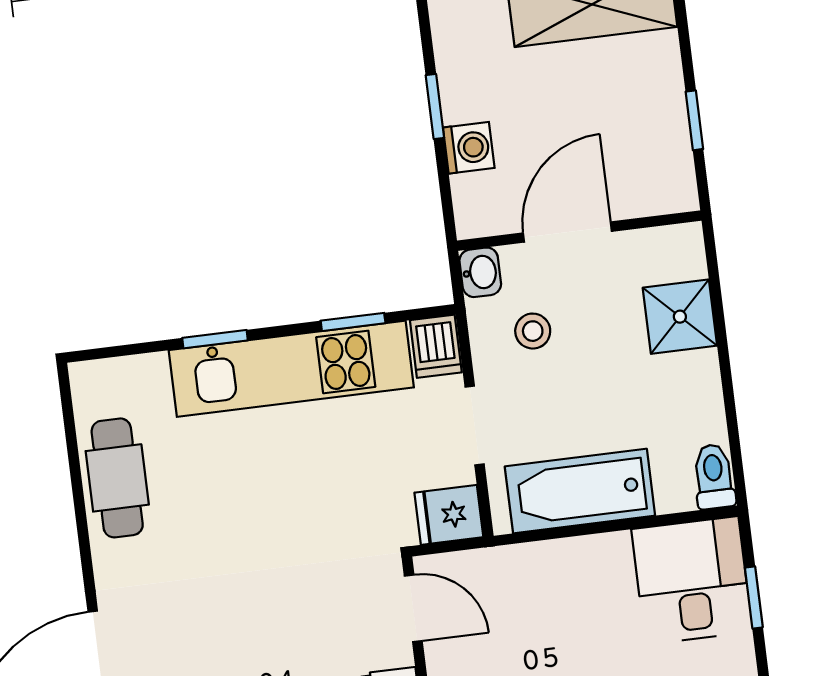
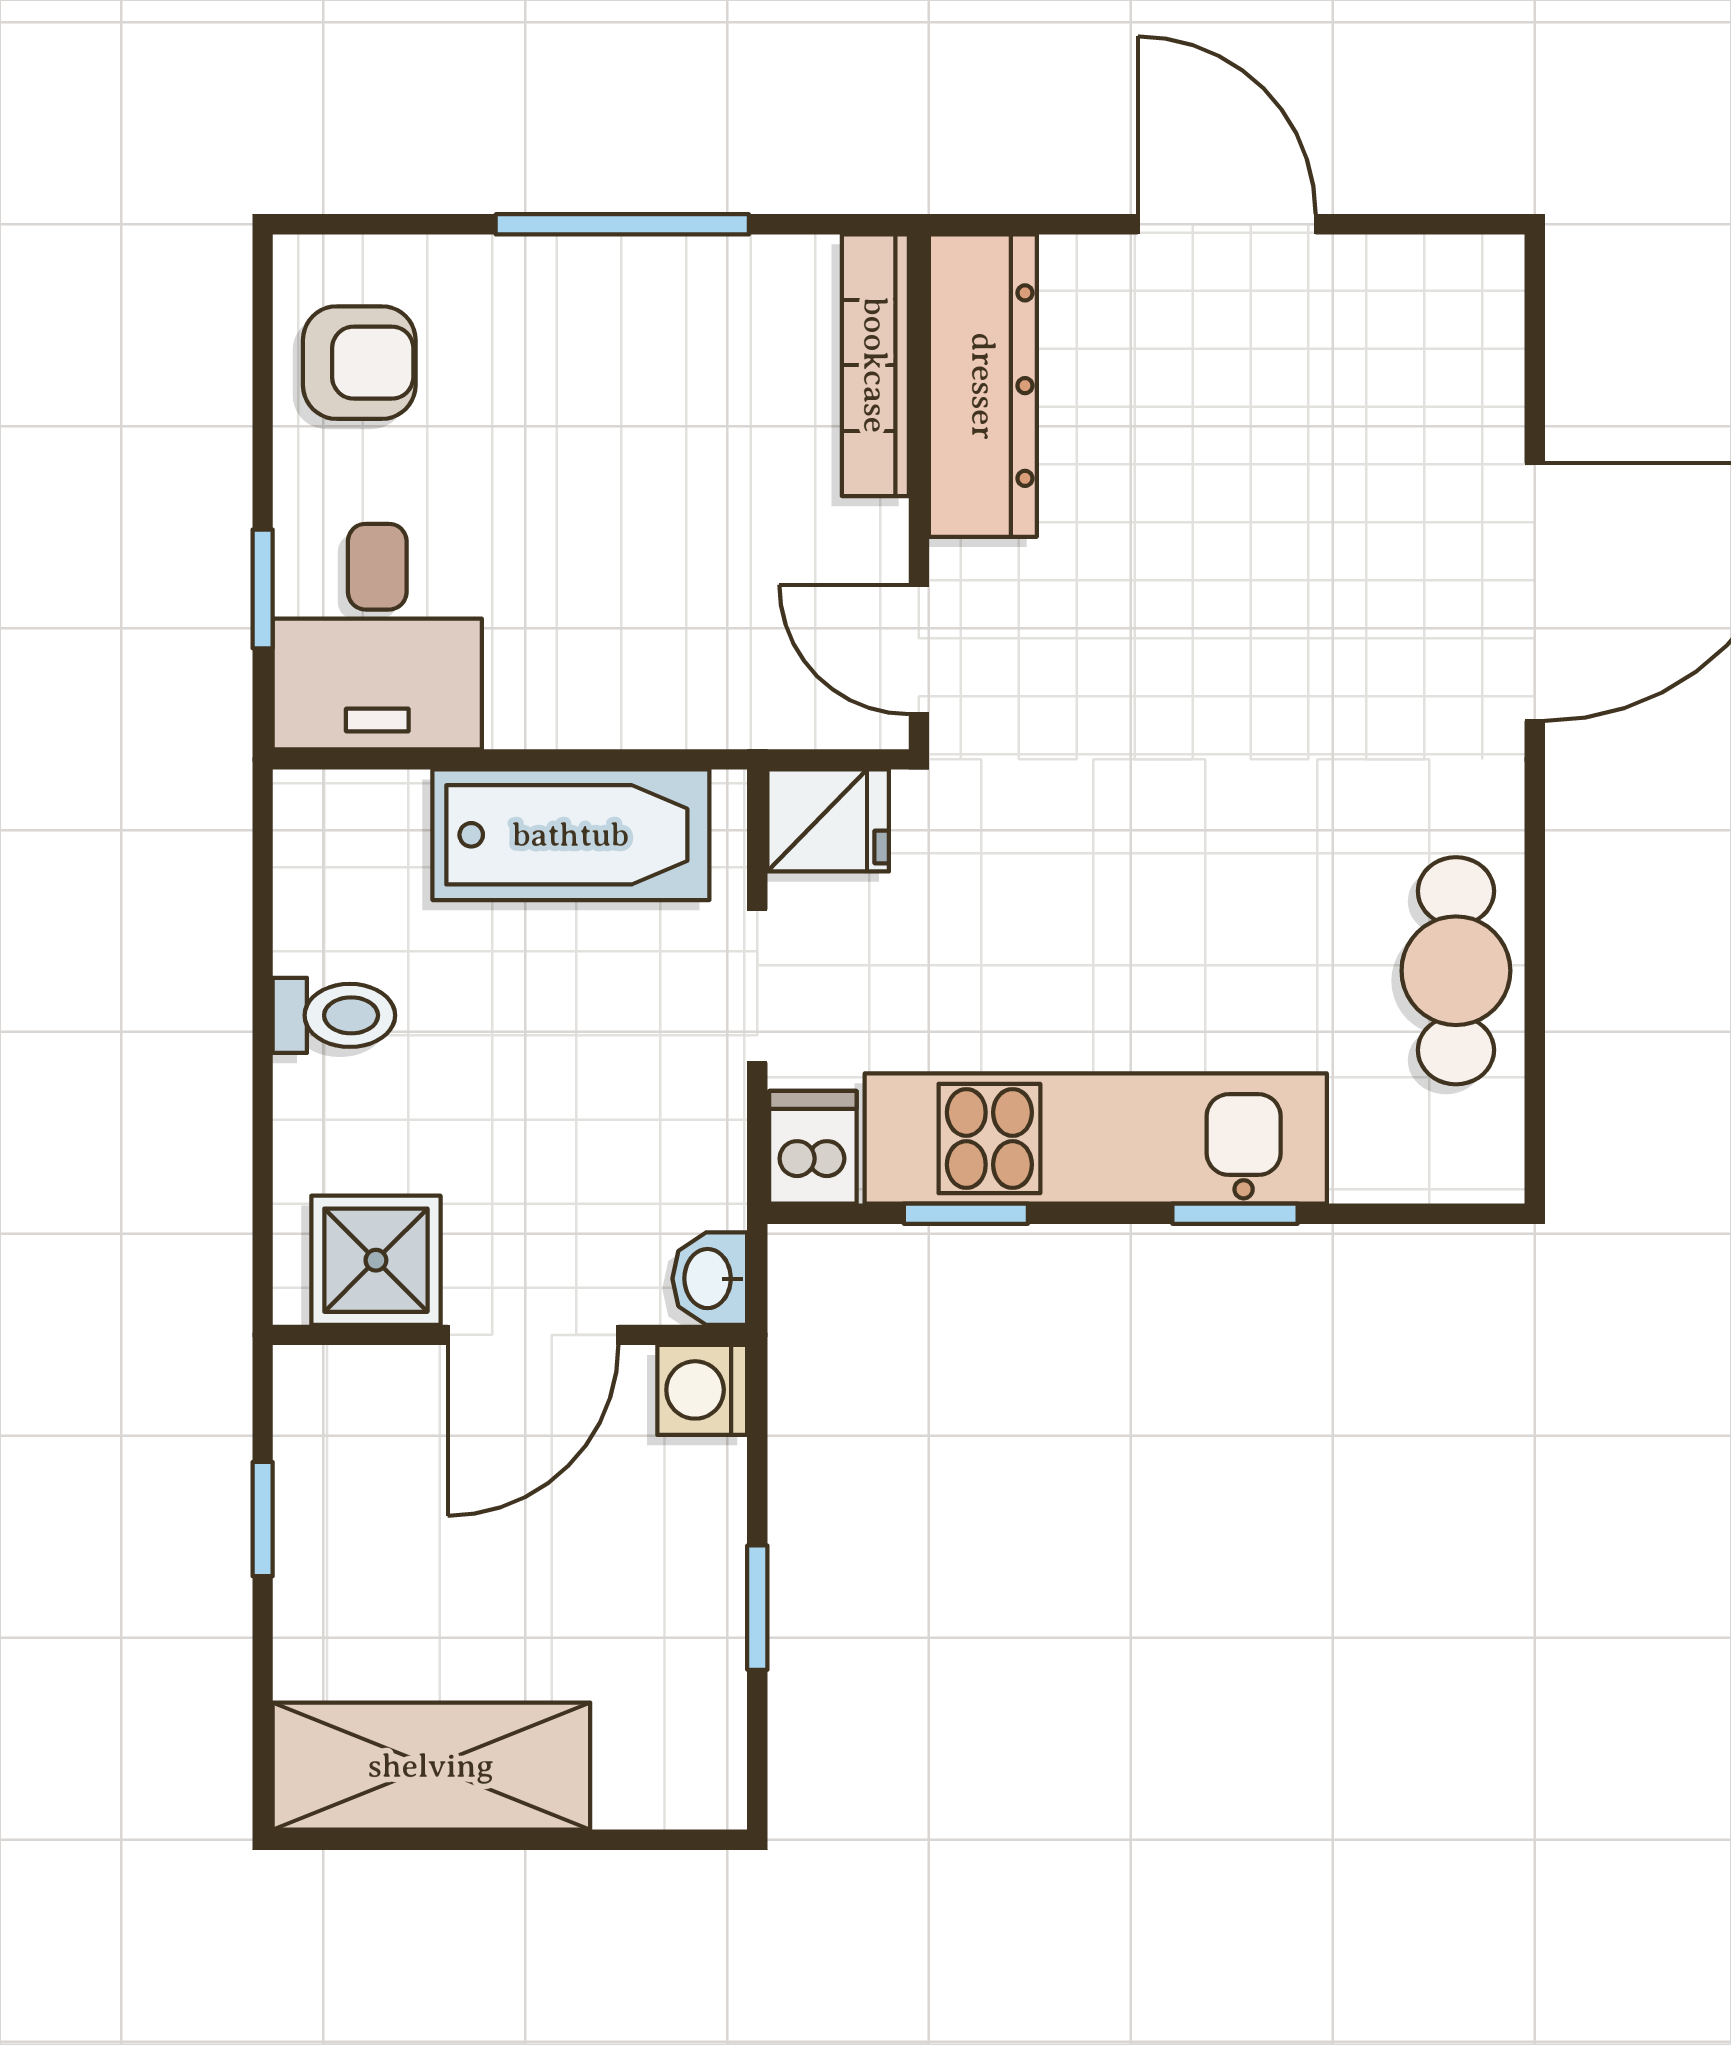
washing machine: (469, 148) -> (702, 1390), moved
shower: (680, 317) -> (376, 1260), moved
stool: (533, 331) -> (623, 1153), removed
toilet: (714, 477) -> (334, 1015), moved, turned -90

